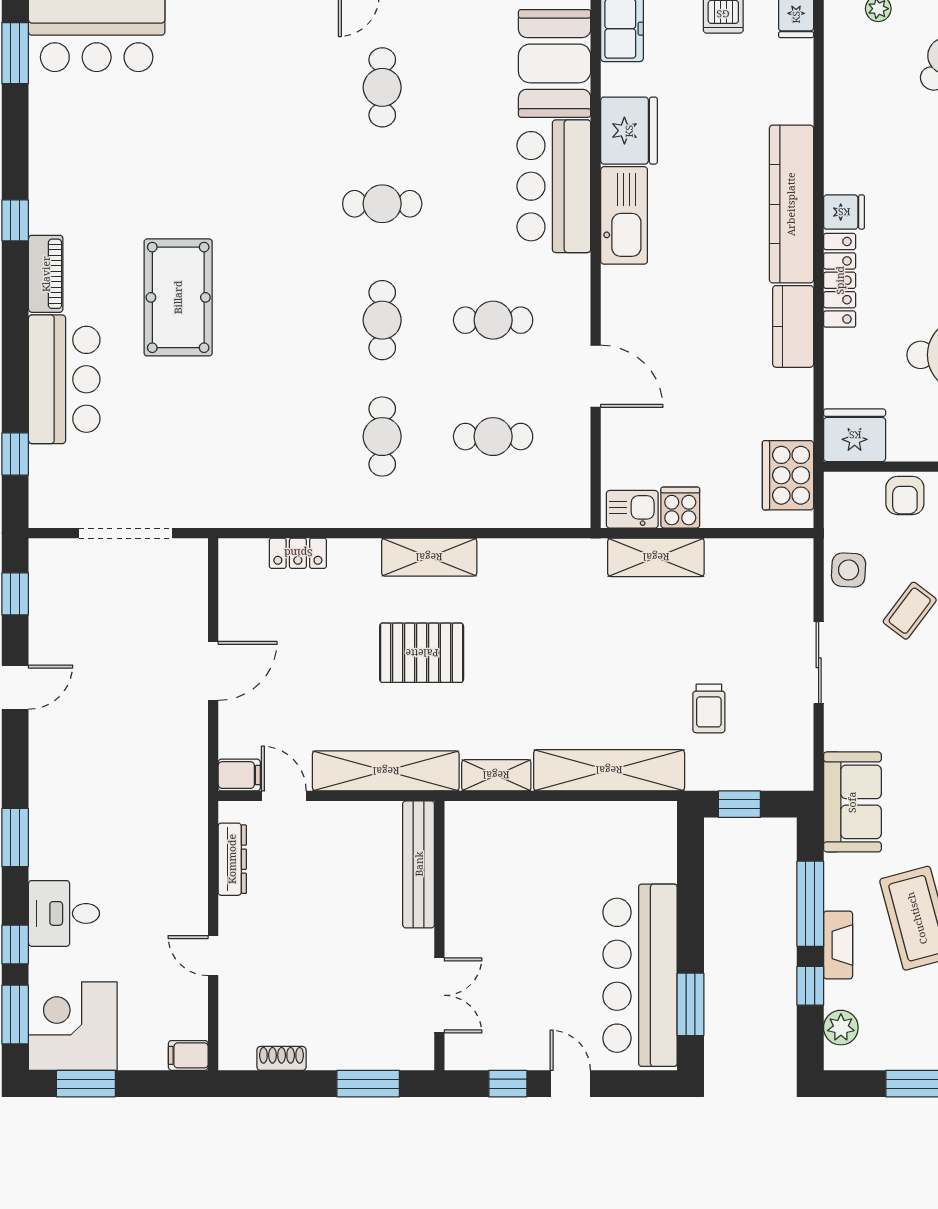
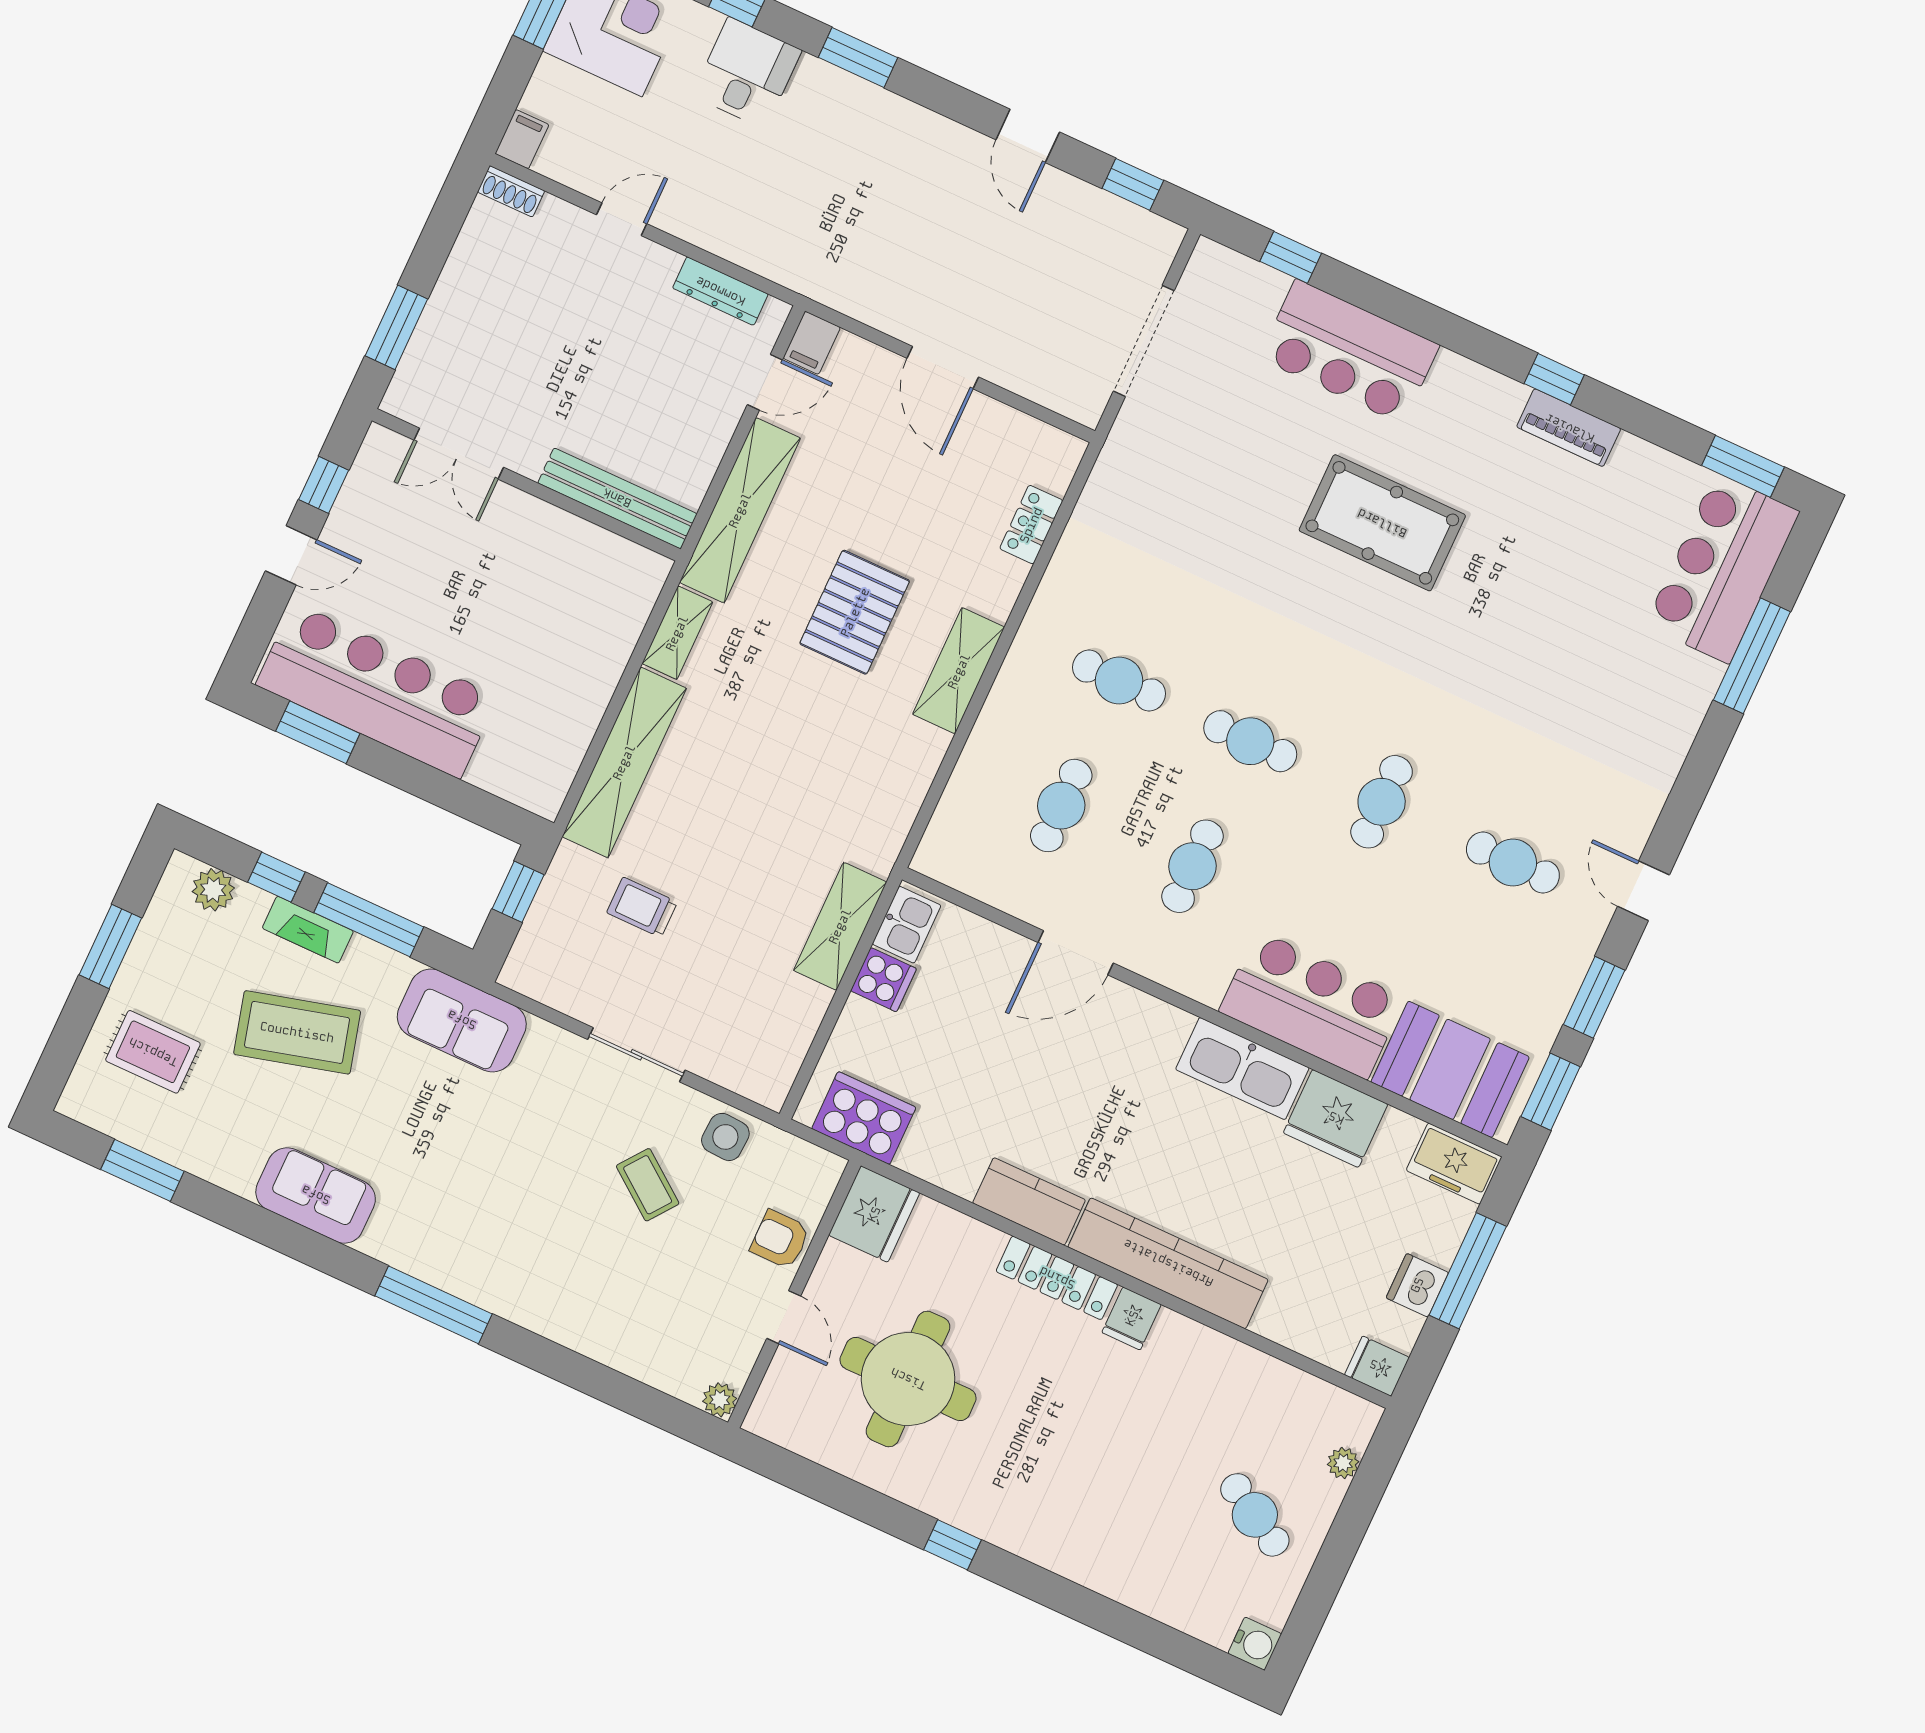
piano: (46, 274) -> (1569, 428), moved
shoe rack: (282, 1058) -> (511, 191), moved, turned 90

